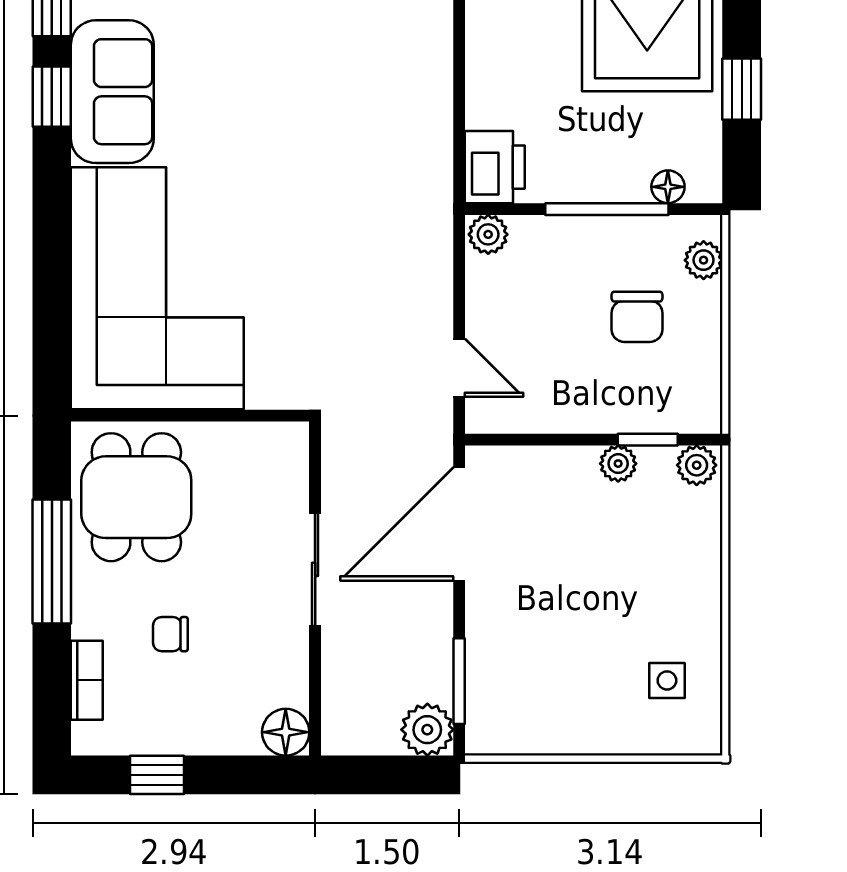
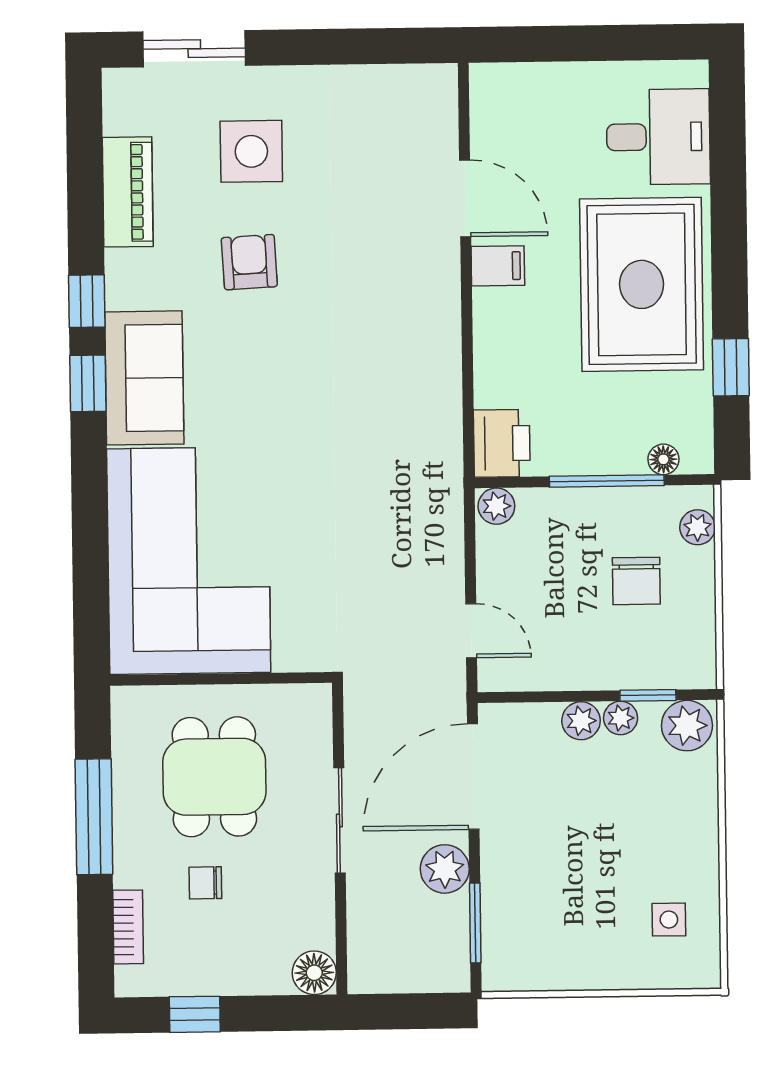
plant: (697, 465) -> (687, 726), width x1.38, depth x1.38
plant: (576, 466) -> (581, 721), added
dining table: (136, 497) -> (214, 777), moved
plant: (427, 730) -> (445, 869), moved

